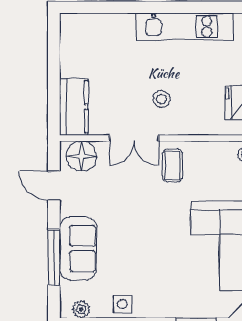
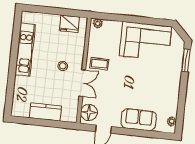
kitchen counter: (74, 107) -> (45, 112), moved
window: (54, 257) -> (142, 133), removed
side table: (122, 304) -> (171, 99), removed

